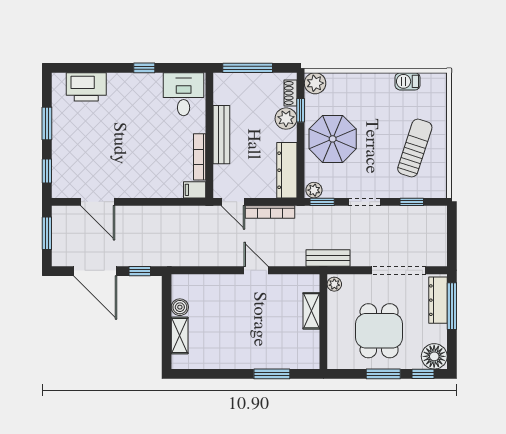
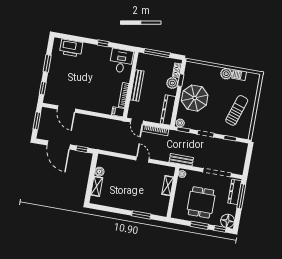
plant: (315, 83) -> (226, 74), moved

